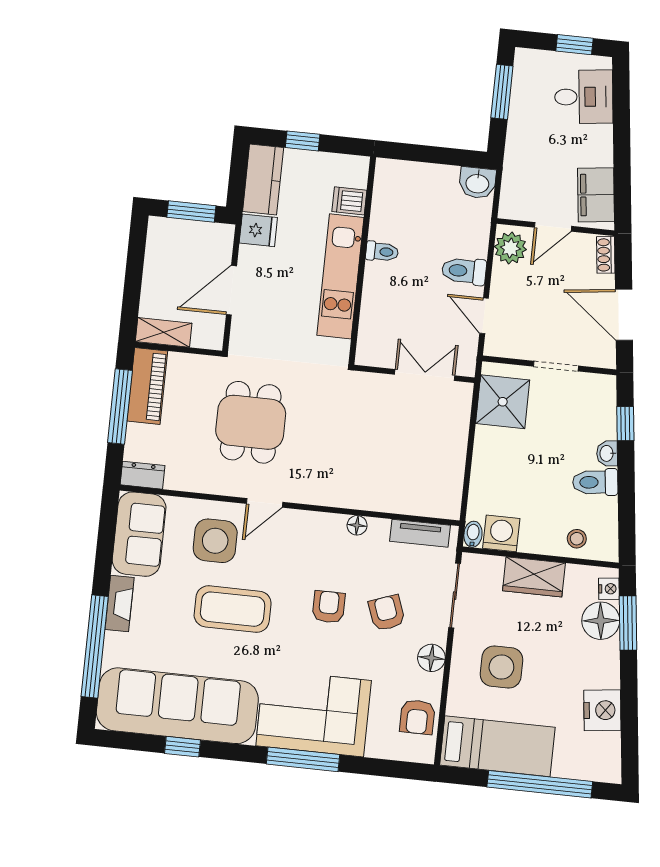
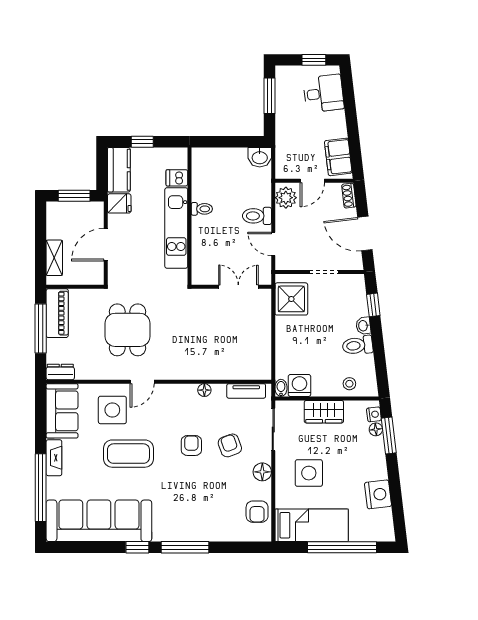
shelving: (164, 332) -> (54, 258), moved, turned 90
floor lamp: (601, 621) -> (376, 429), width x0.53, depth x0.53
corner sofa: (314, 713) -> (189, 516), removed
window: (183, 747) -> (137, 547), moved

